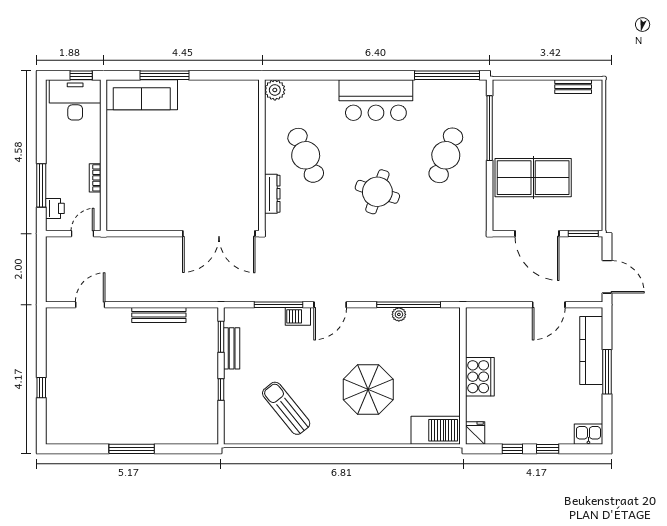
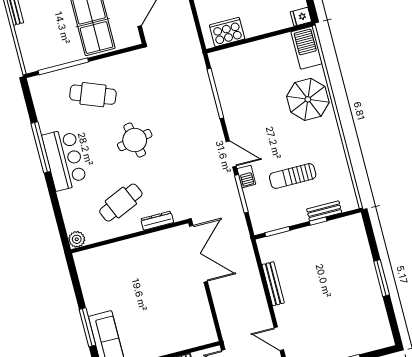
window: (447, 75) -> (41, 147), moved
round table: (377, 192) -> (135, 140), turned -30
plant: (399, 314) -> (225, 99), removed
bench: (232, 348) -> (324, 211), moved
cooker: (480, 377) -> (227, 32), moved
parasol: (368, 389) -> (308, 99), moved
sun lounger: (286, 408) -> (293, 176), moved, turned 39

